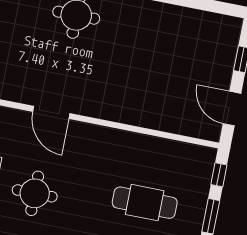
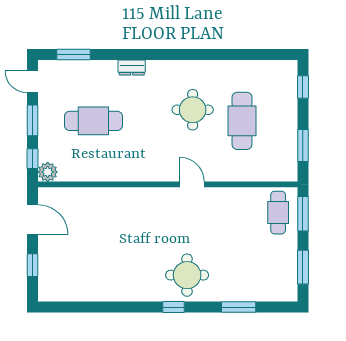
door: (51, 112) -> (192, 184), width x0.73
plant: (205, 157) -> (48, 172), added

